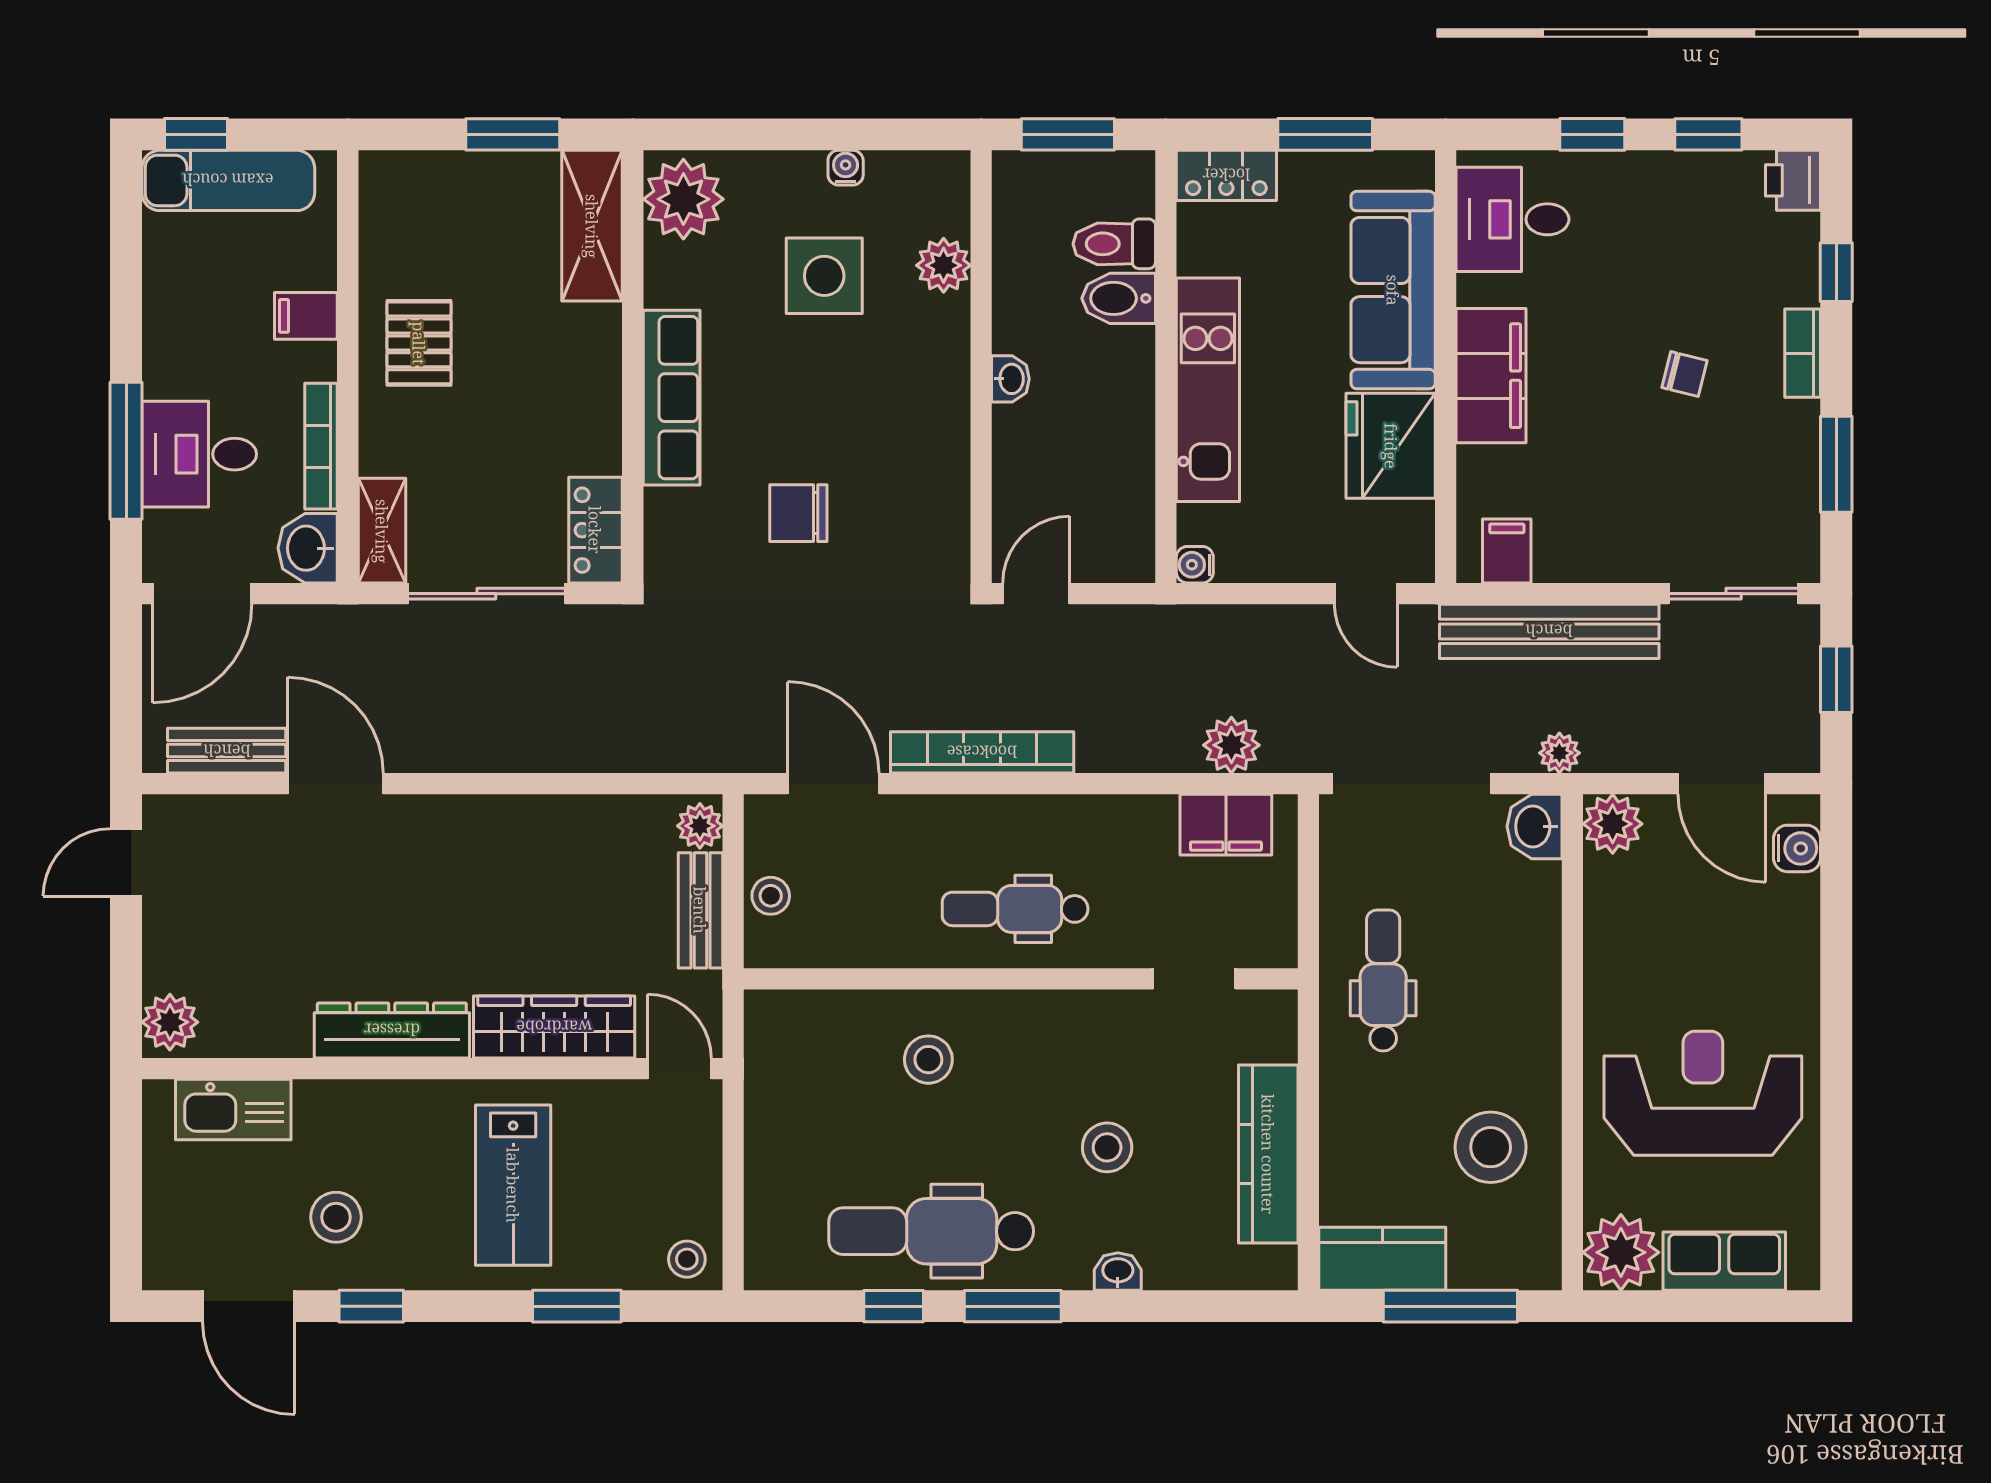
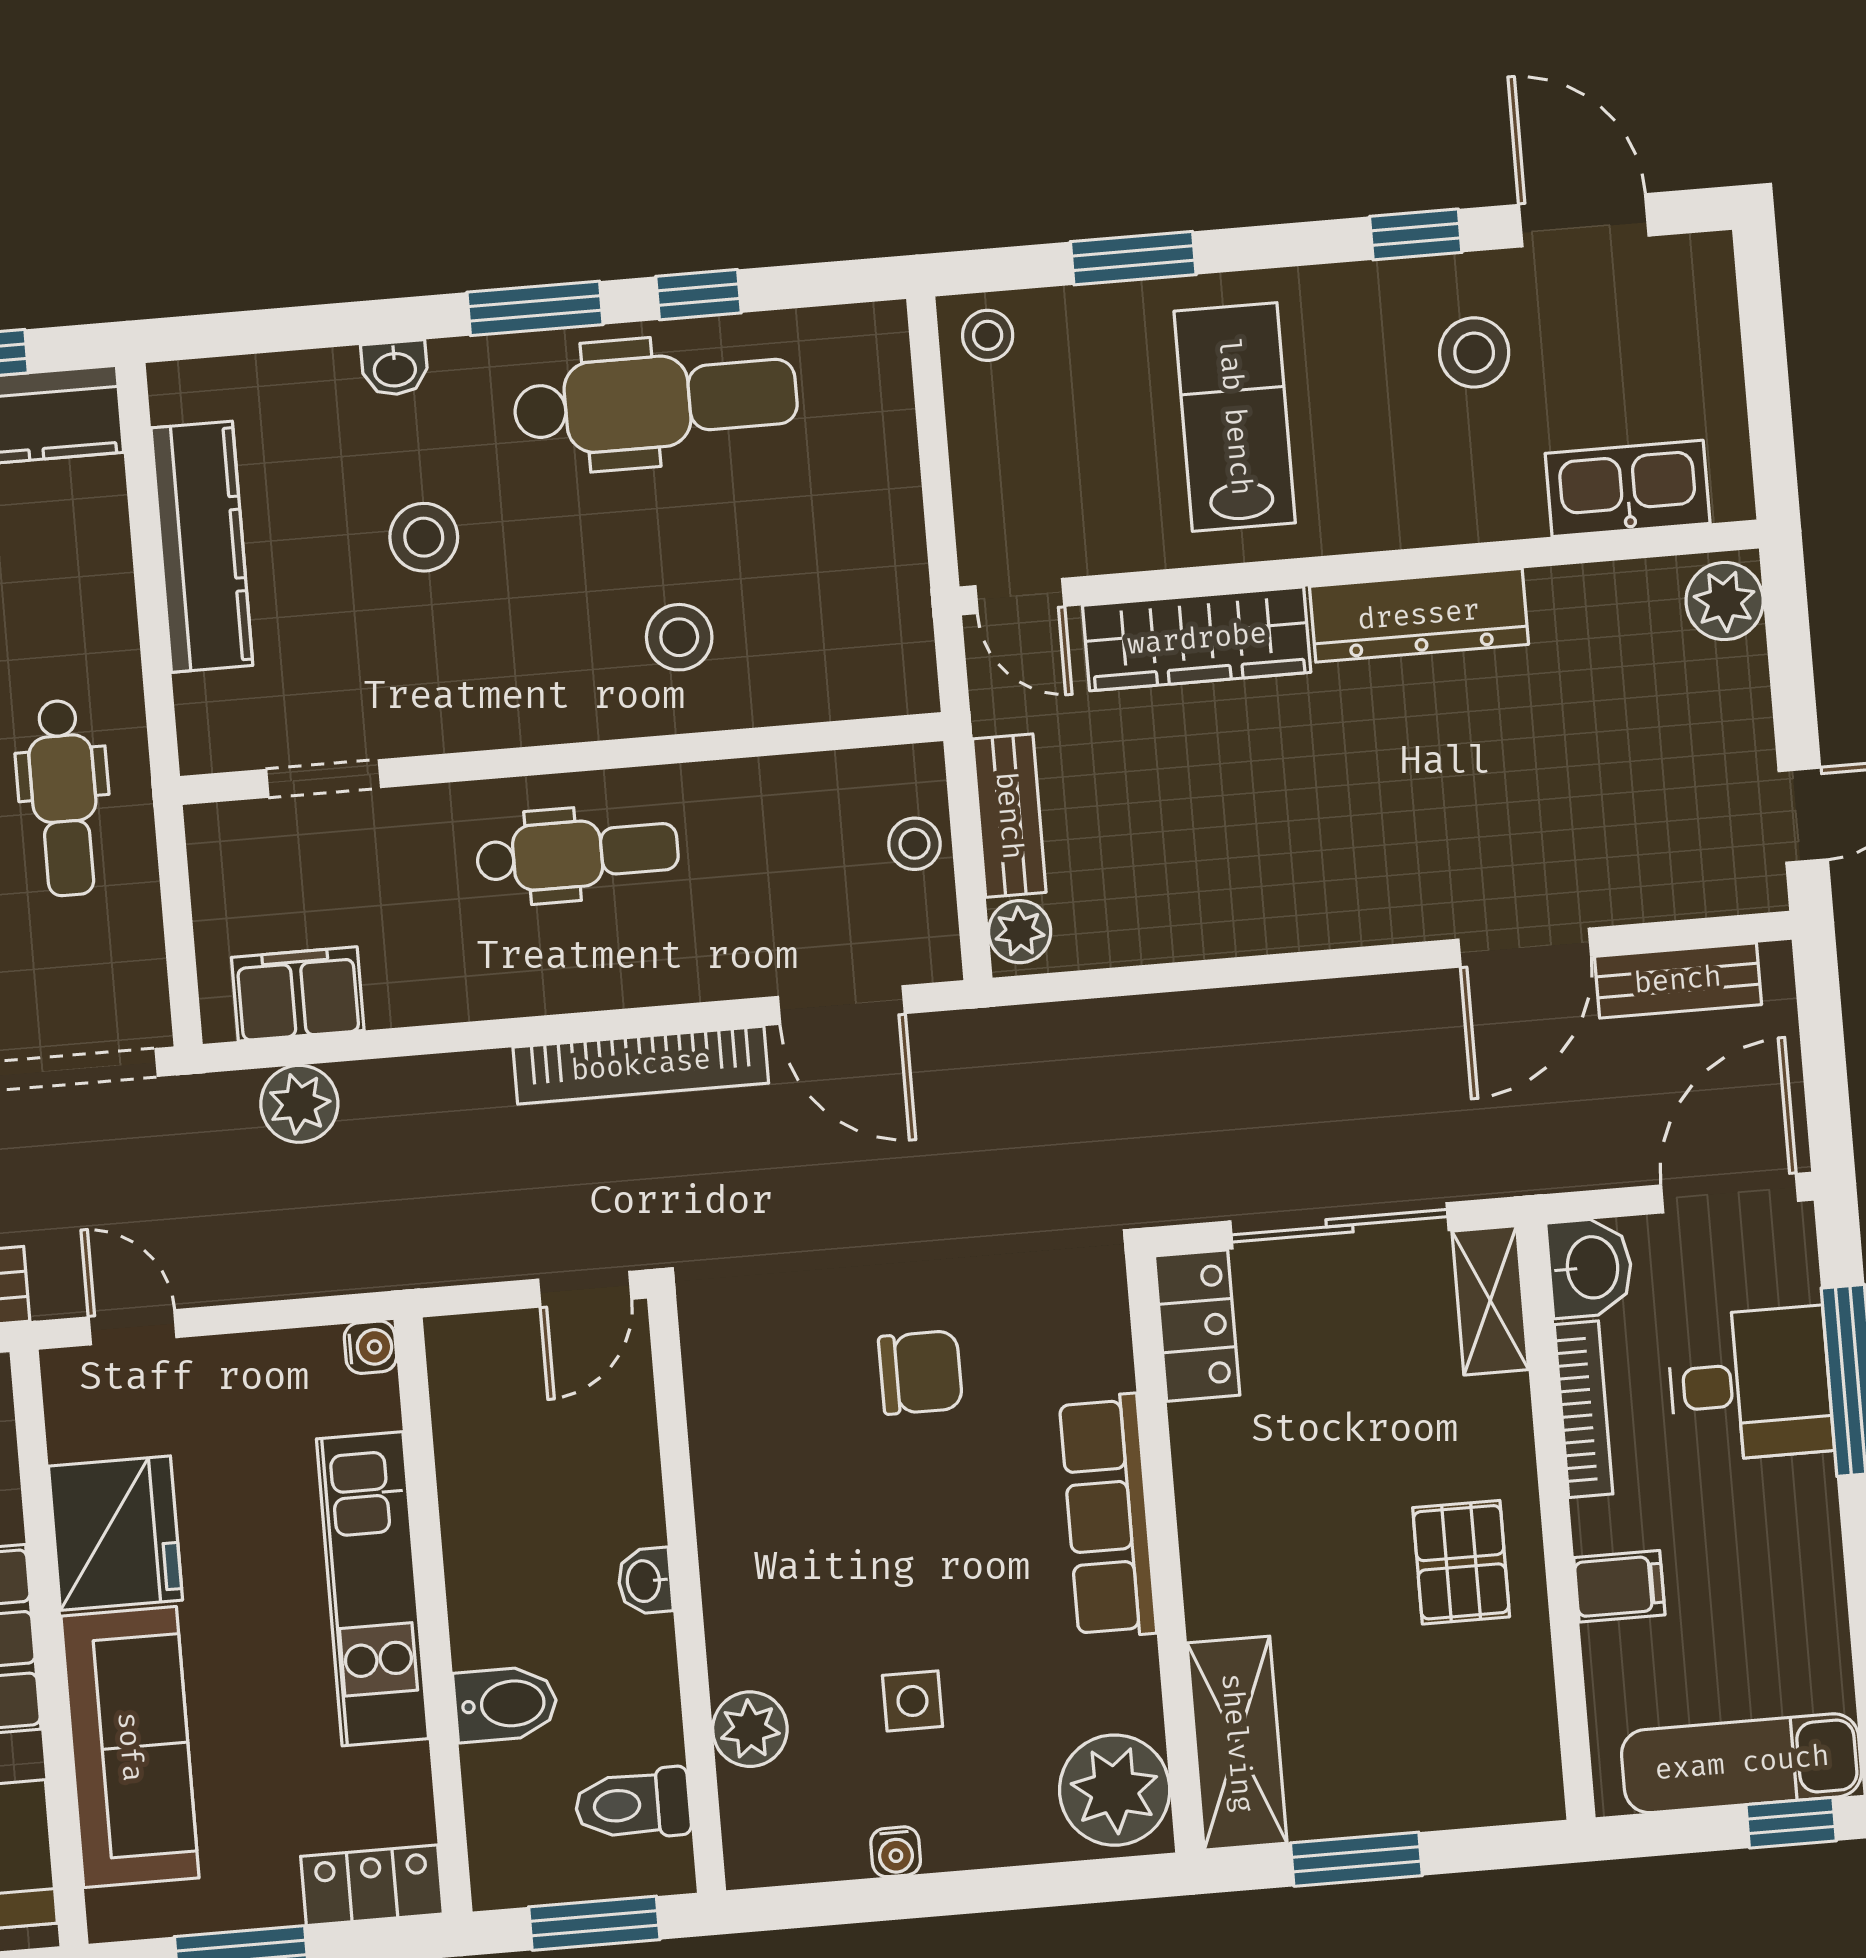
toilet: (1114, 244) -> (633, 1804), moved, turned 180
side table: (824, 276) -> (913, 1701), width x0.54, depth x0.54
door: (336, 784) -> (1525, 948), hinge flipped

